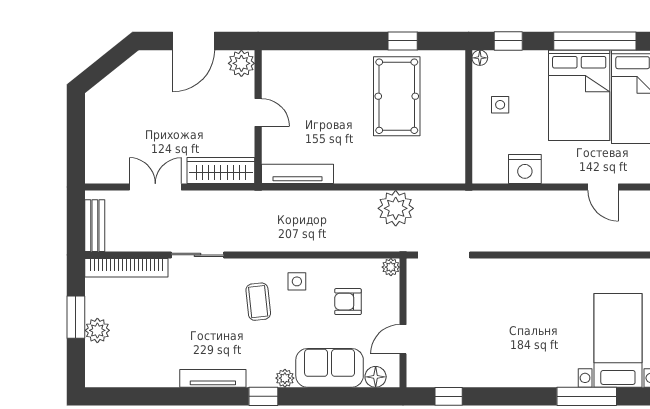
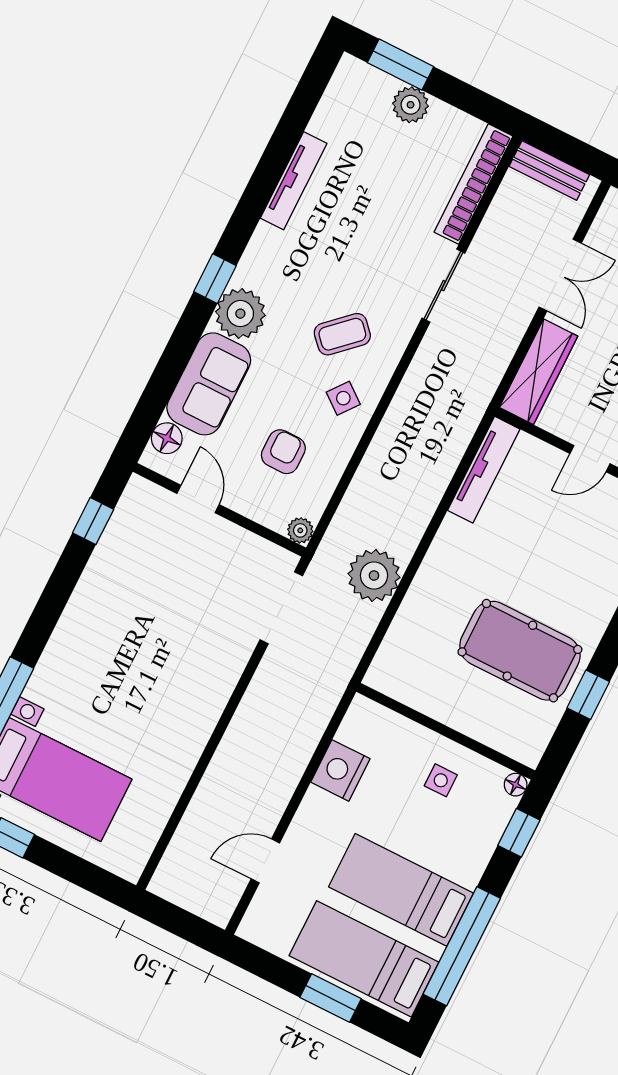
bed: (579, 95) -> (401, 890), width x0.67
side table: (297, 281) -> (343, 398), turned 38
coffee table: (258, 302) -> (342, 334), turned -37
window: (76, 317) -> (400, 65), moved
tv unit: (213, 378) -> (294, 181), moved
plant: (285, 378) -> (240, 314), width x1.88, depth x1.88

